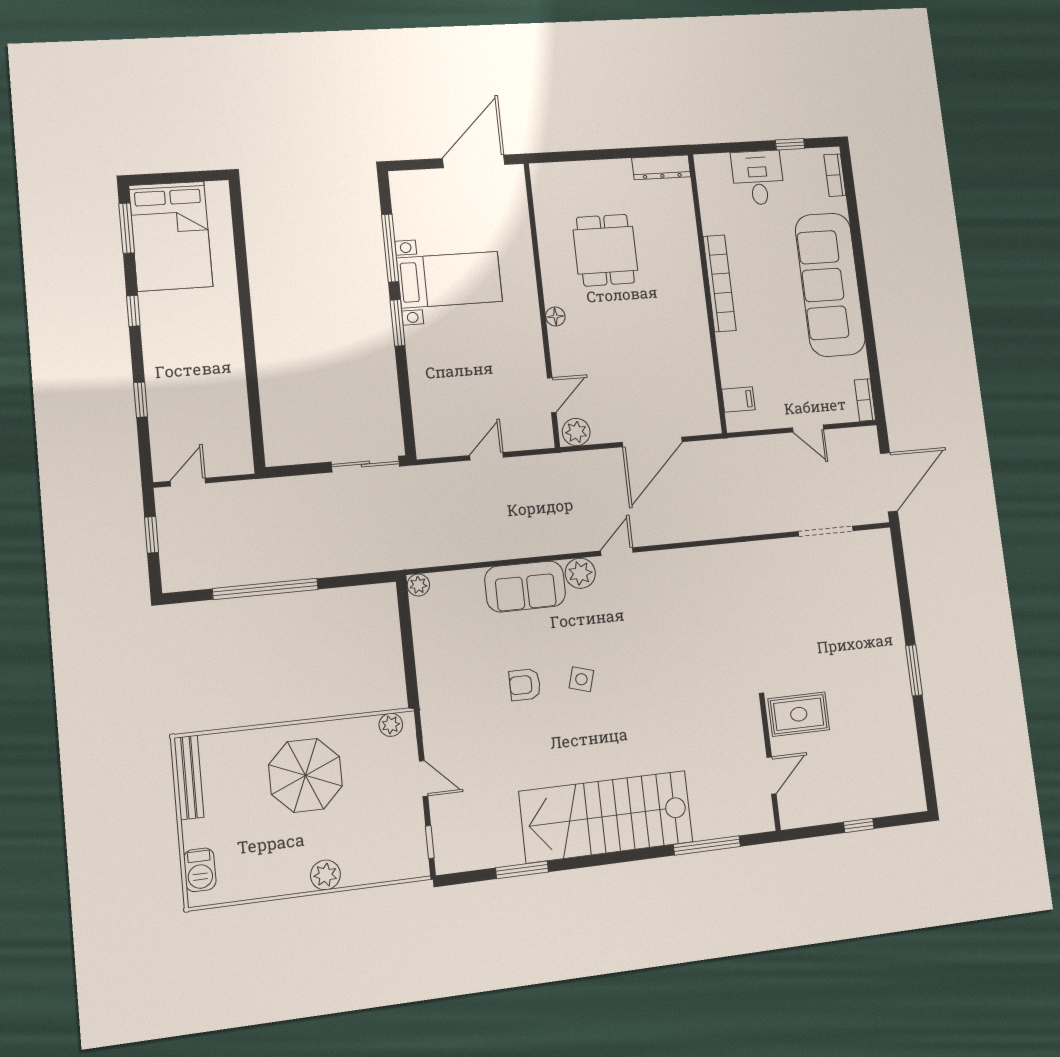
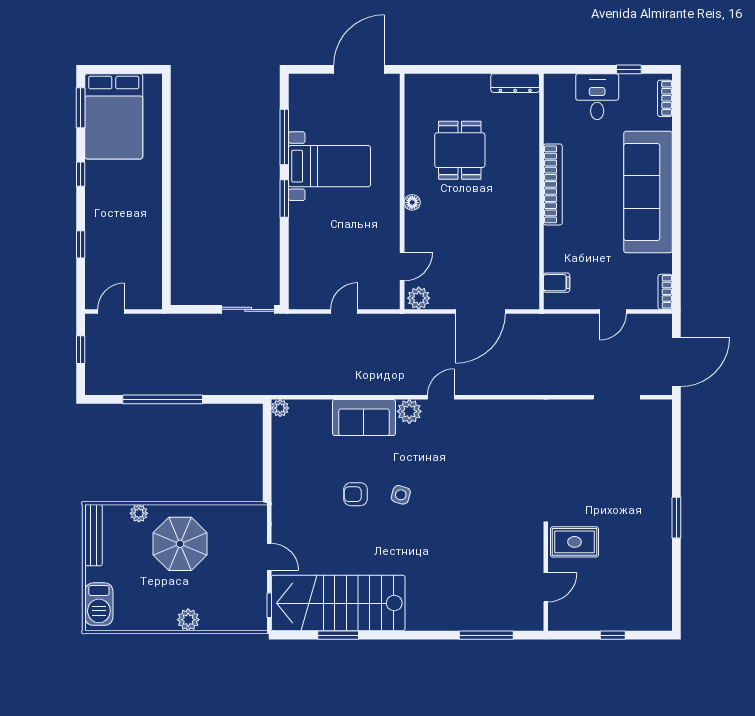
door: (808, 428) -> (613, 311), hinge flipped
plant: (391, 725) -> (139, 513), moved
stairs: (606, 817) -> (338, 603), moved
barbecue: (200, 870) -> (99, 604), width x1.38, depth x1.27

